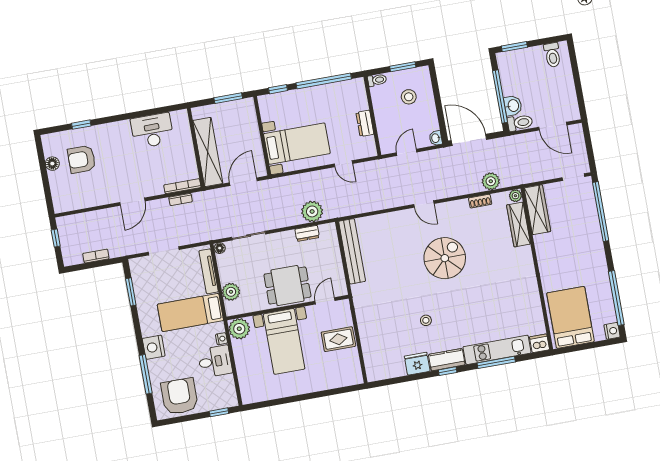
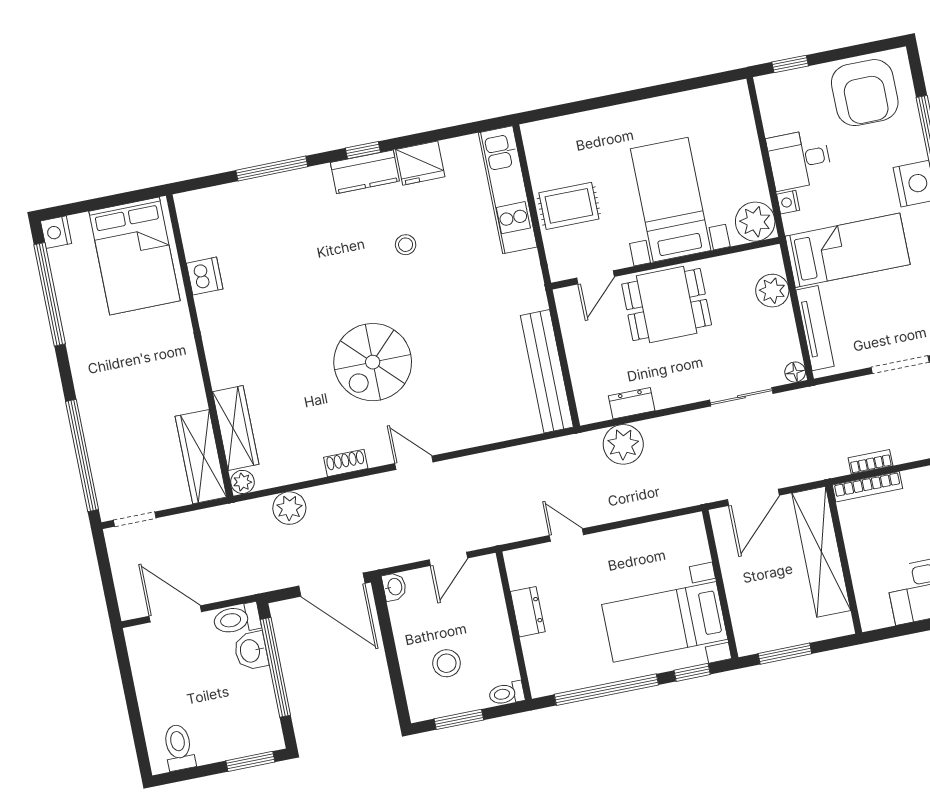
bed with nightstands: (297, 144) -> (665, 622), moved
shoe rack: (480, 201) -> (346, 463), moved
dishwasher: (539, 343) -> (205, 276), moved, turned -90
kitchen unit: (497, 350) -> (508, 190), moved, turned 90

